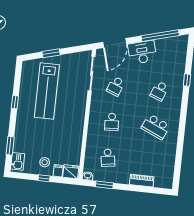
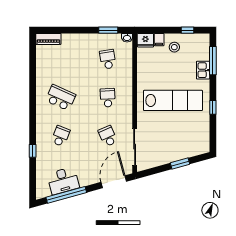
desk: (142, 52) -> (63, 181), moved
school desk: (116, 86) -> (108, 136), turned -45
lab bench: (47, 91) -> (173, 100), moved, turned 90
window: (10, 146) -> (213, 61), width x1.44
kitchen sink: (18, 161) -> (203, 70), moved
window: (44, 178) -> (188, 30), moved
piano: (142, 181) -> (48, 39), moved

